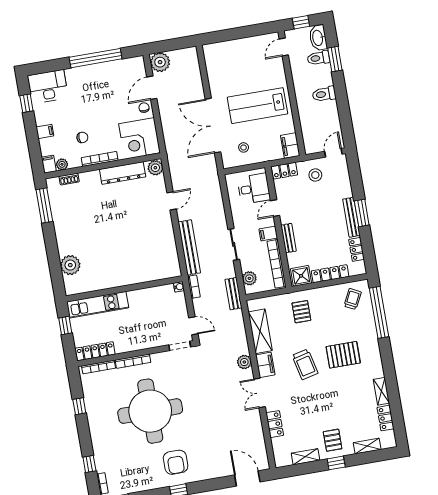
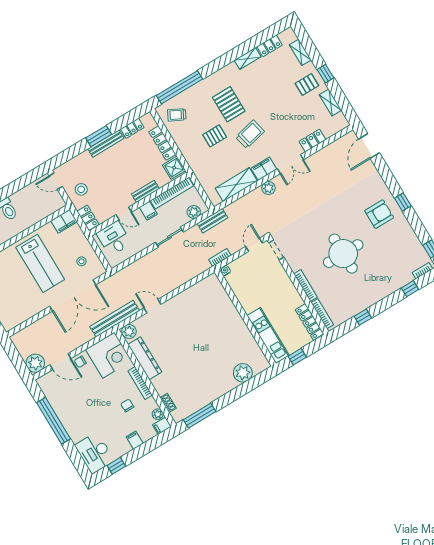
bench: (189, 247) -> (115, 319), moved
pallet: (301, 312) -> (215, 136), moved
round table: (150, 411) -> (343, 254), width x0.73, depth x0.73

